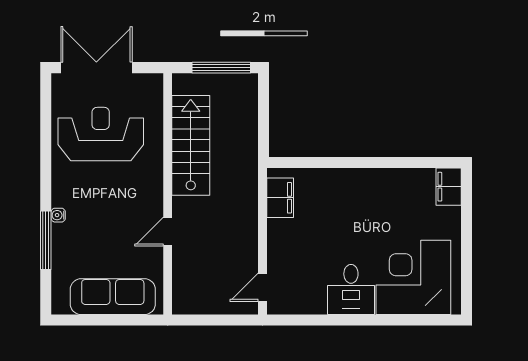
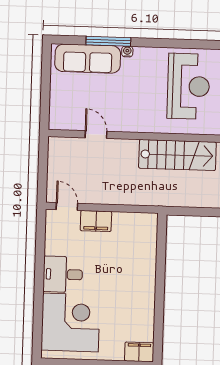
filing cabinet: (280, 198) -> (96, 221), moved
door: (168, 232) -> (96, 135), moved
sofa: (113, 297) -> (88, 59), moved, turned 90

